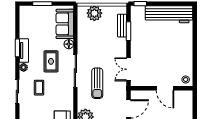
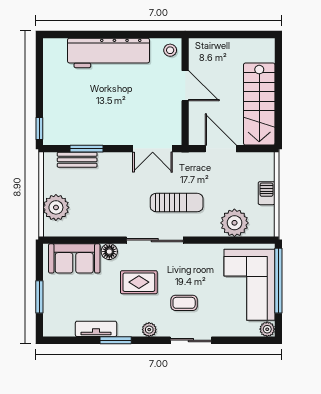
workbench: (169, 14) -> (108, 53), moved, turned 90
tv unit: (24, 51) -> (96, 329), moved
door: (165, 88) -> (185, 86), hinge flipped

